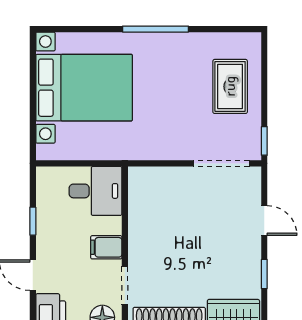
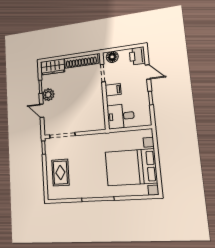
plant: (247, 254) -> (48, 95), added

